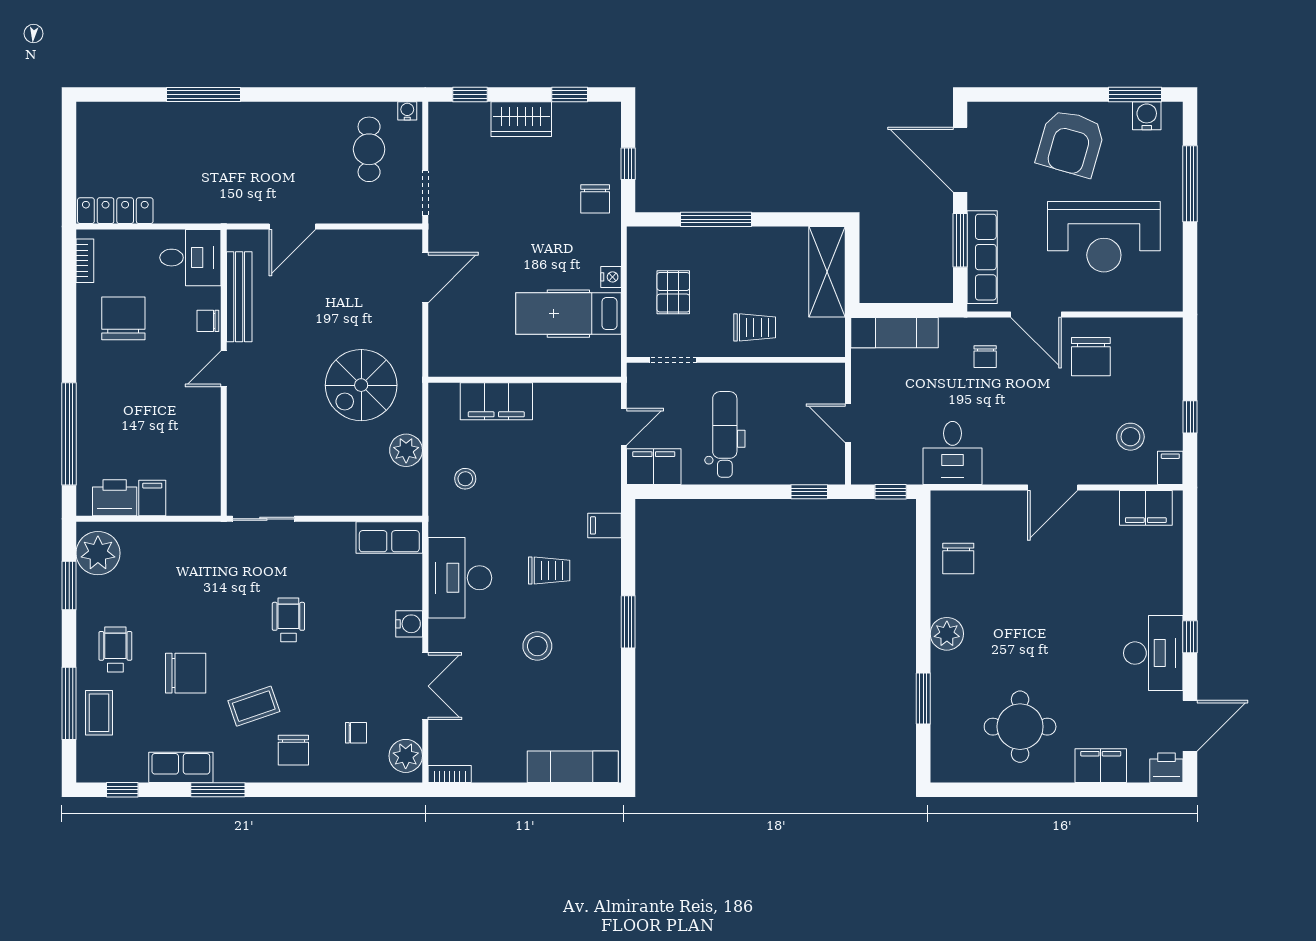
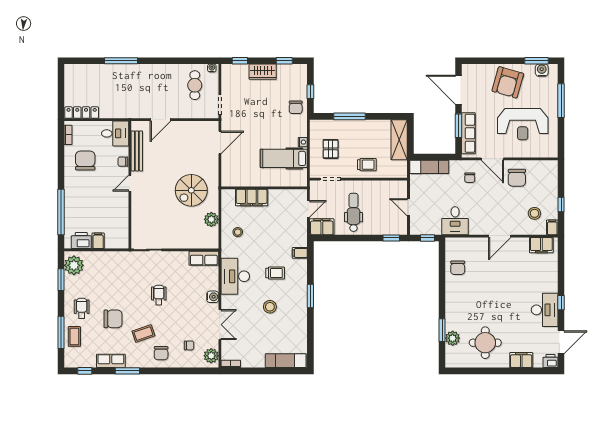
plant: (947, 634) -> (453, 338), moved

